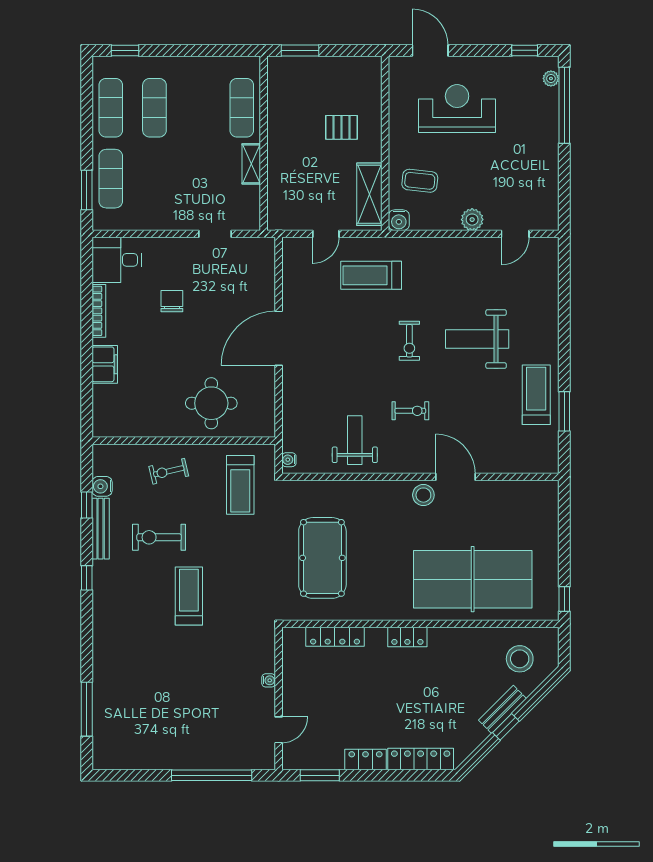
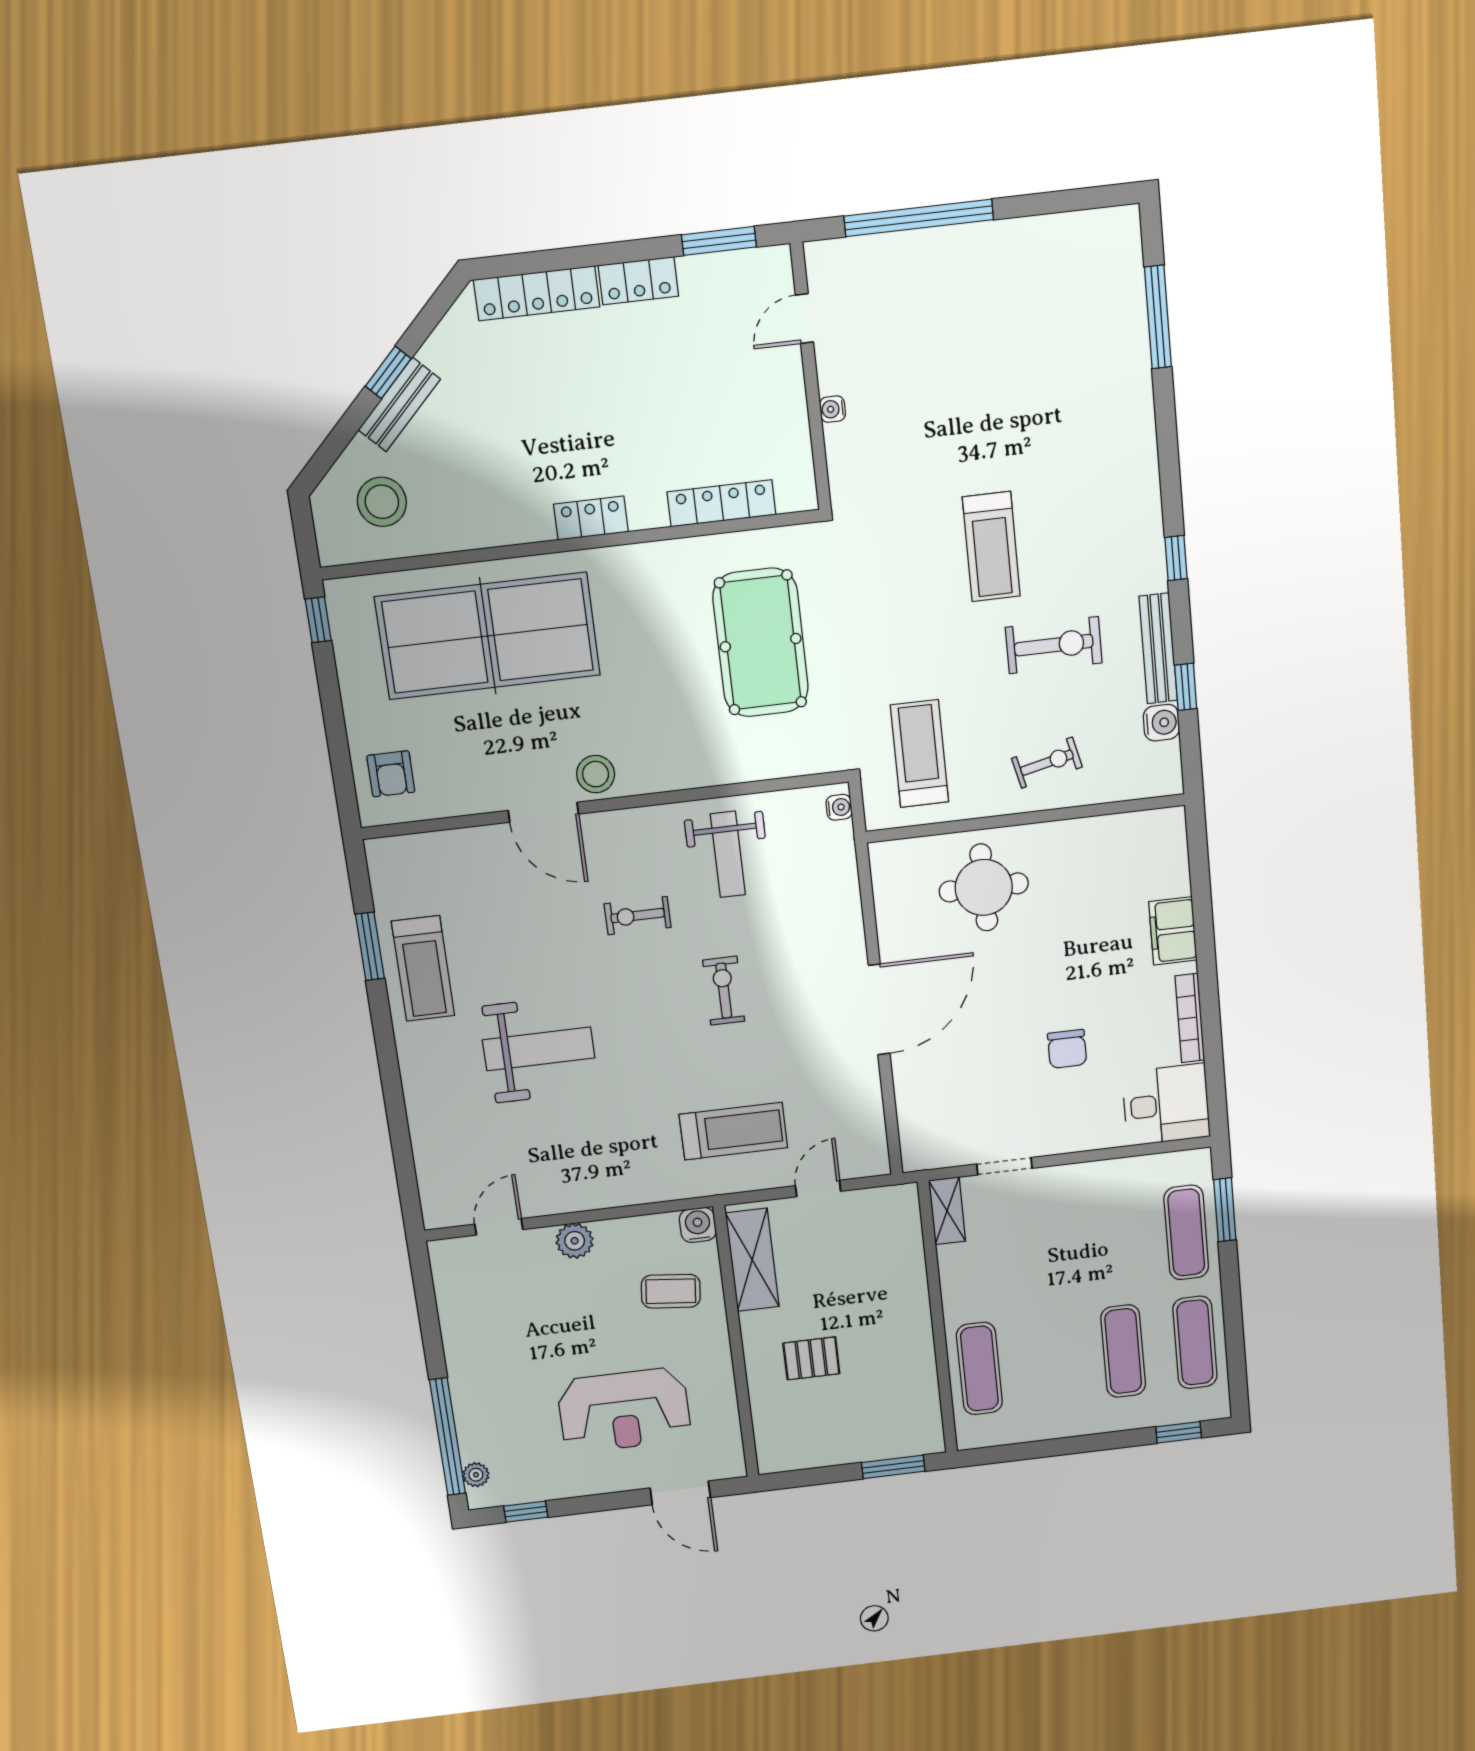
shelving: (251, 164) -> (947, 1211), moved
exercise bike: (409, 341) -> (724, 991), moved
armchair: (537, 509) -> (391, 774), added

